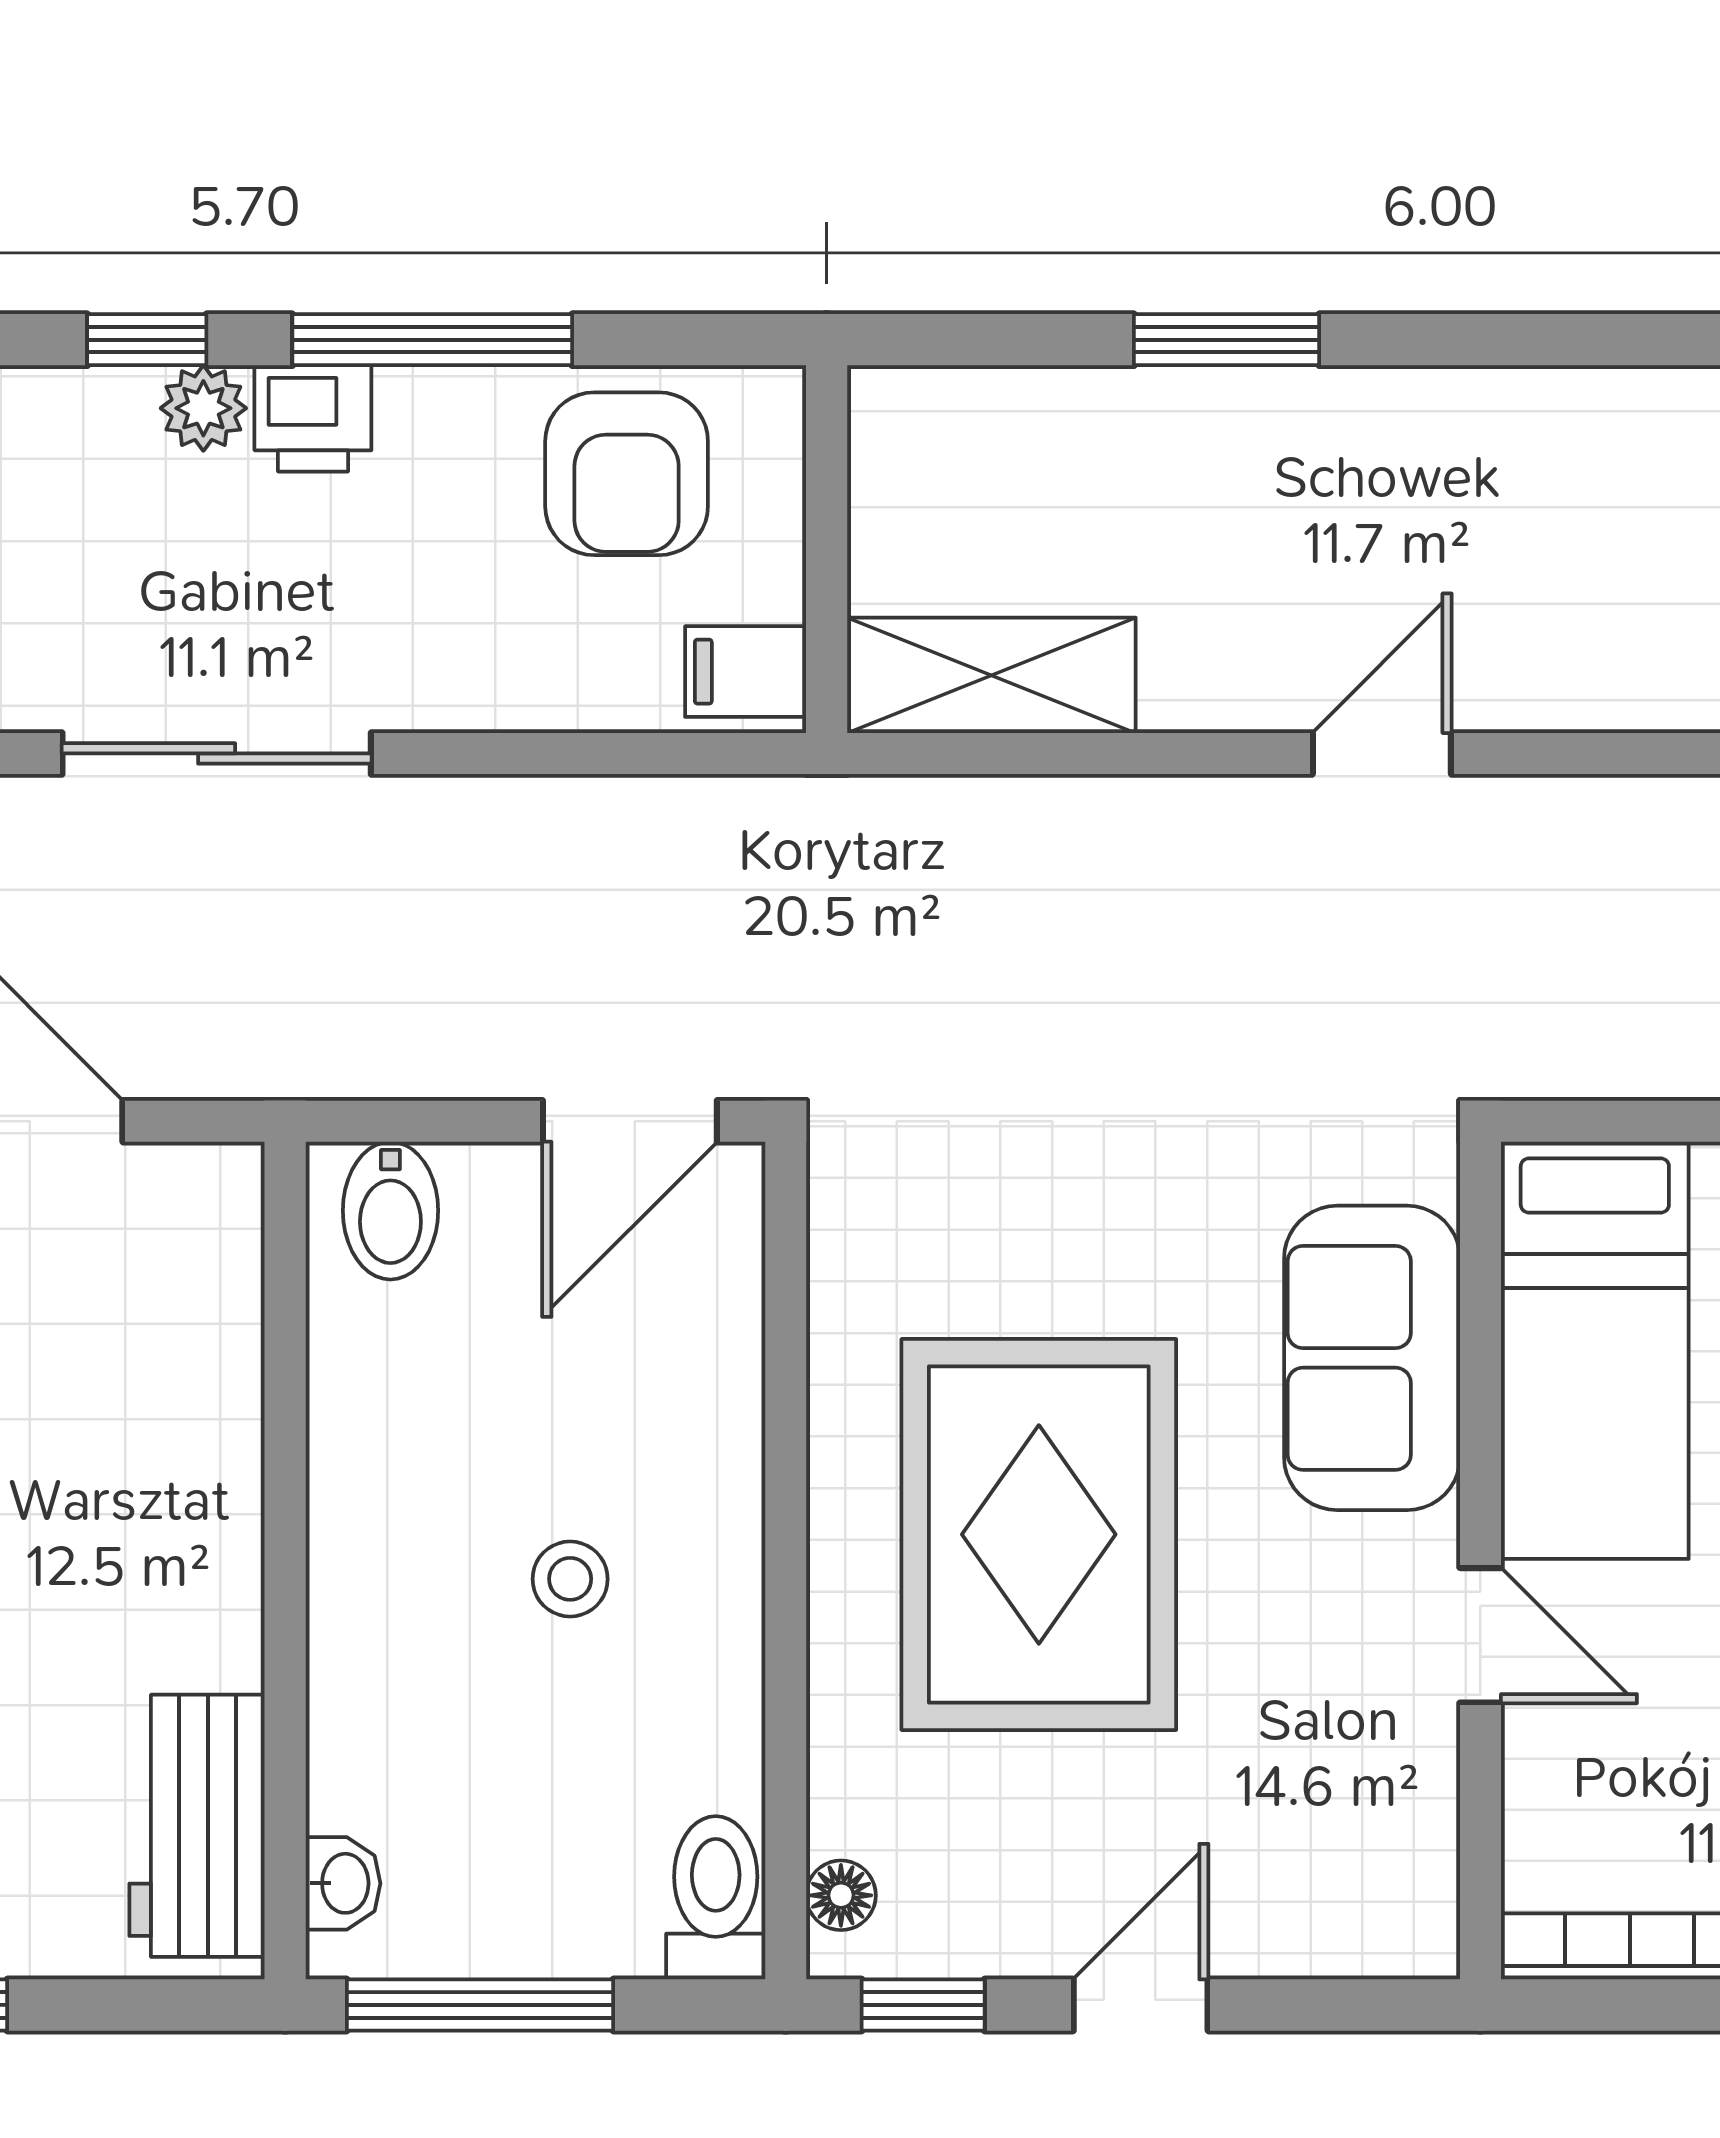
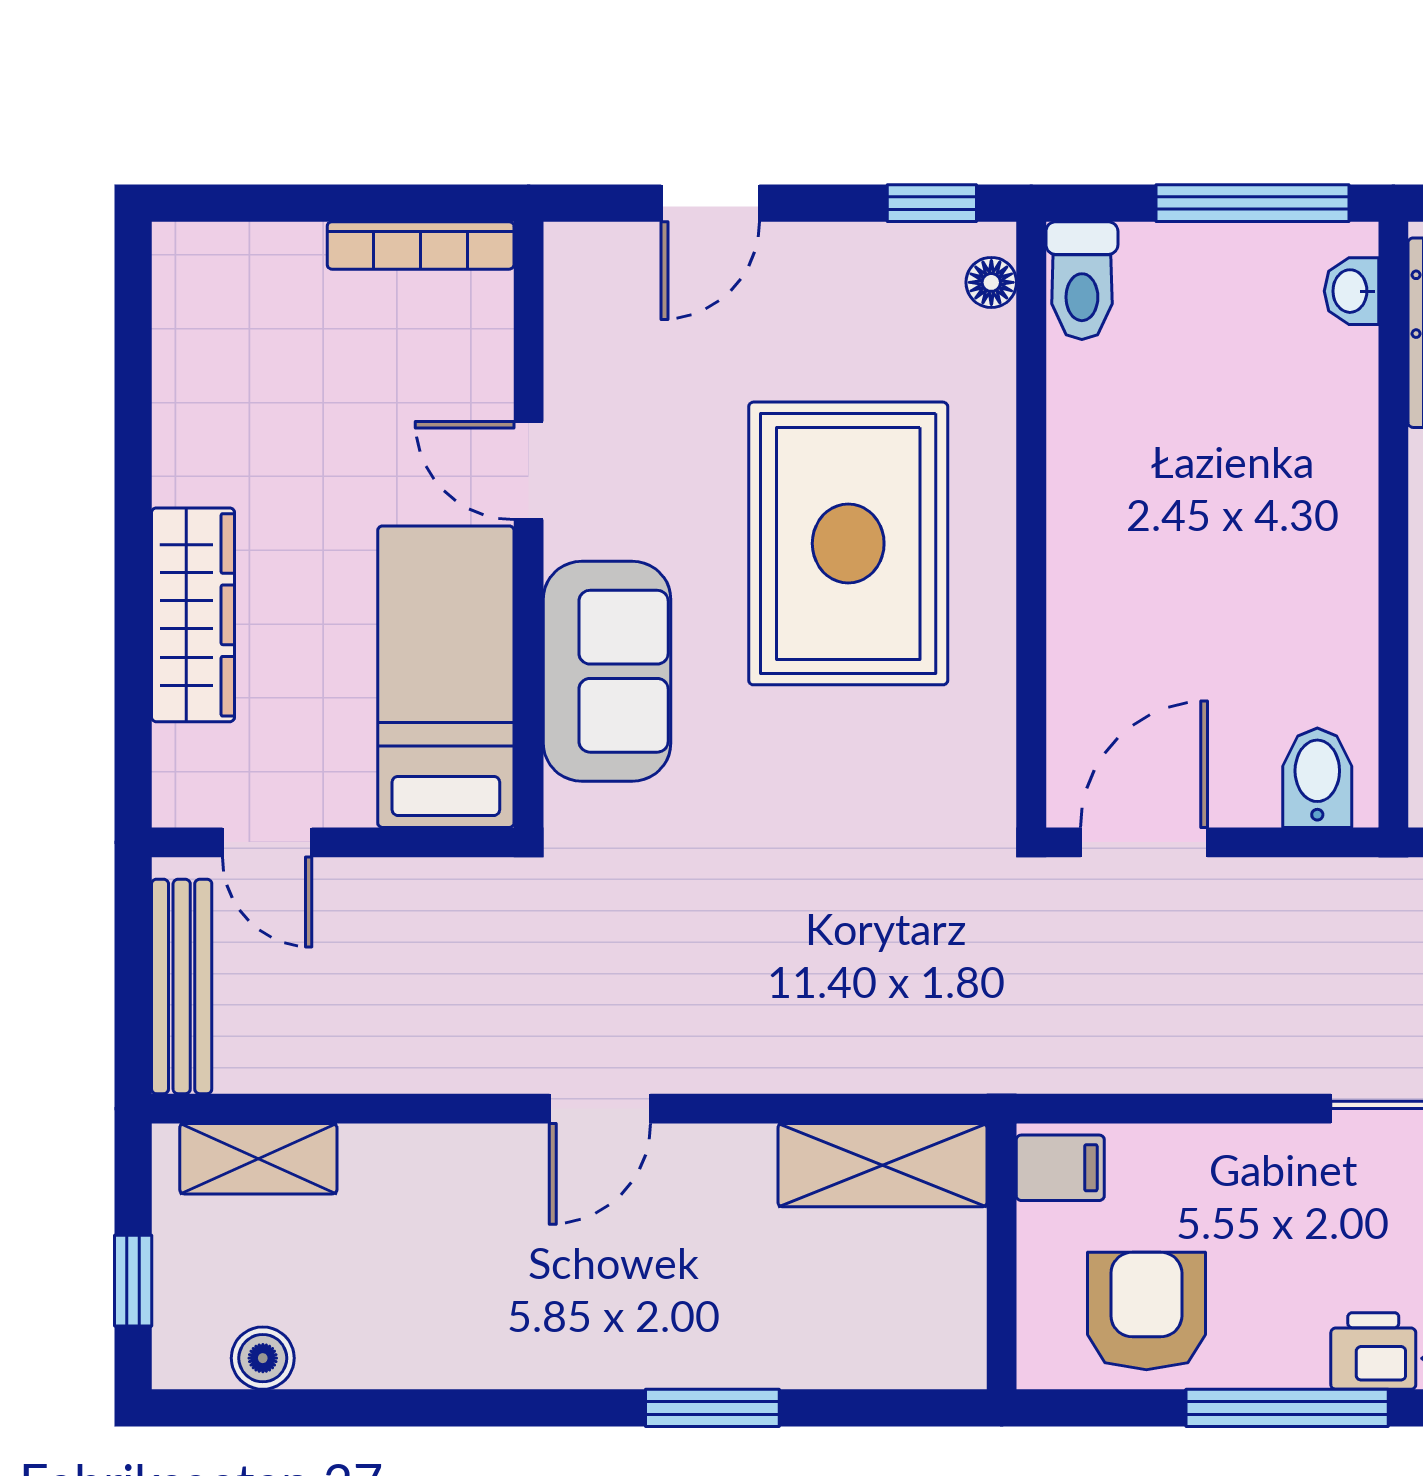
stool: (570, 1579) -> (1187, 511), removed
door: (1141, 2005) -> (710, 203), moved

